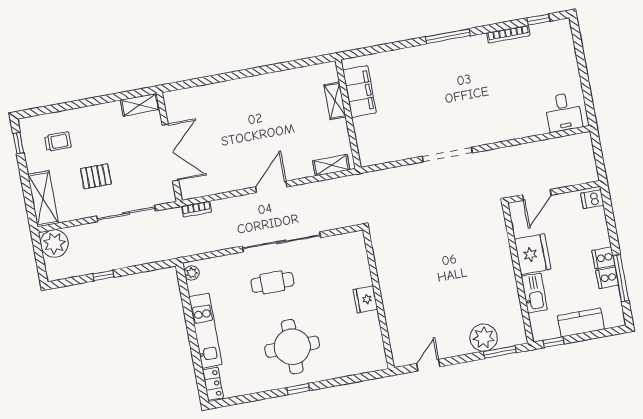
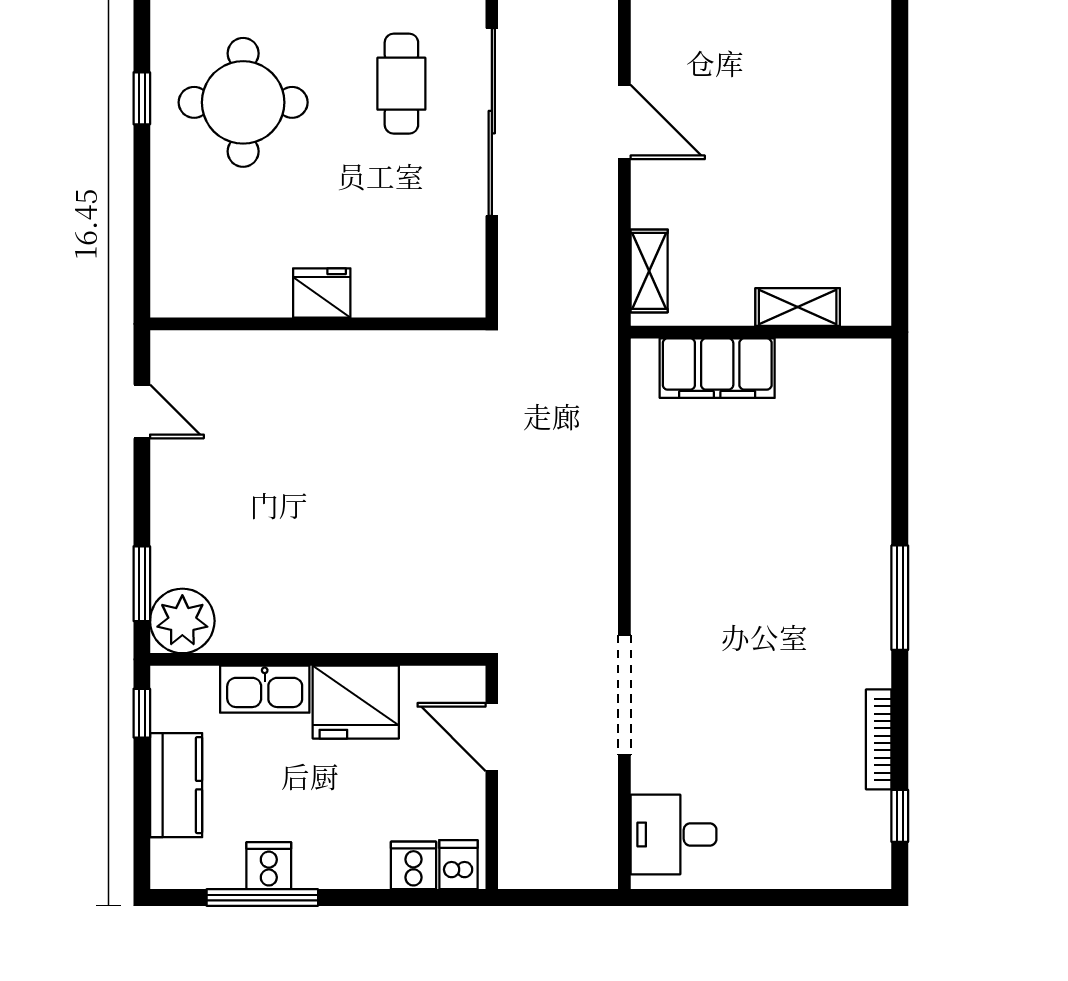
filing cabinet: (359, 91) -> (717, 368), moved
doorway: (447, 155) -> (624, 695), moved
cooker: (603, 258) -> (413, 865), moved
plant: (484, 338) -> (182, 621), moved

